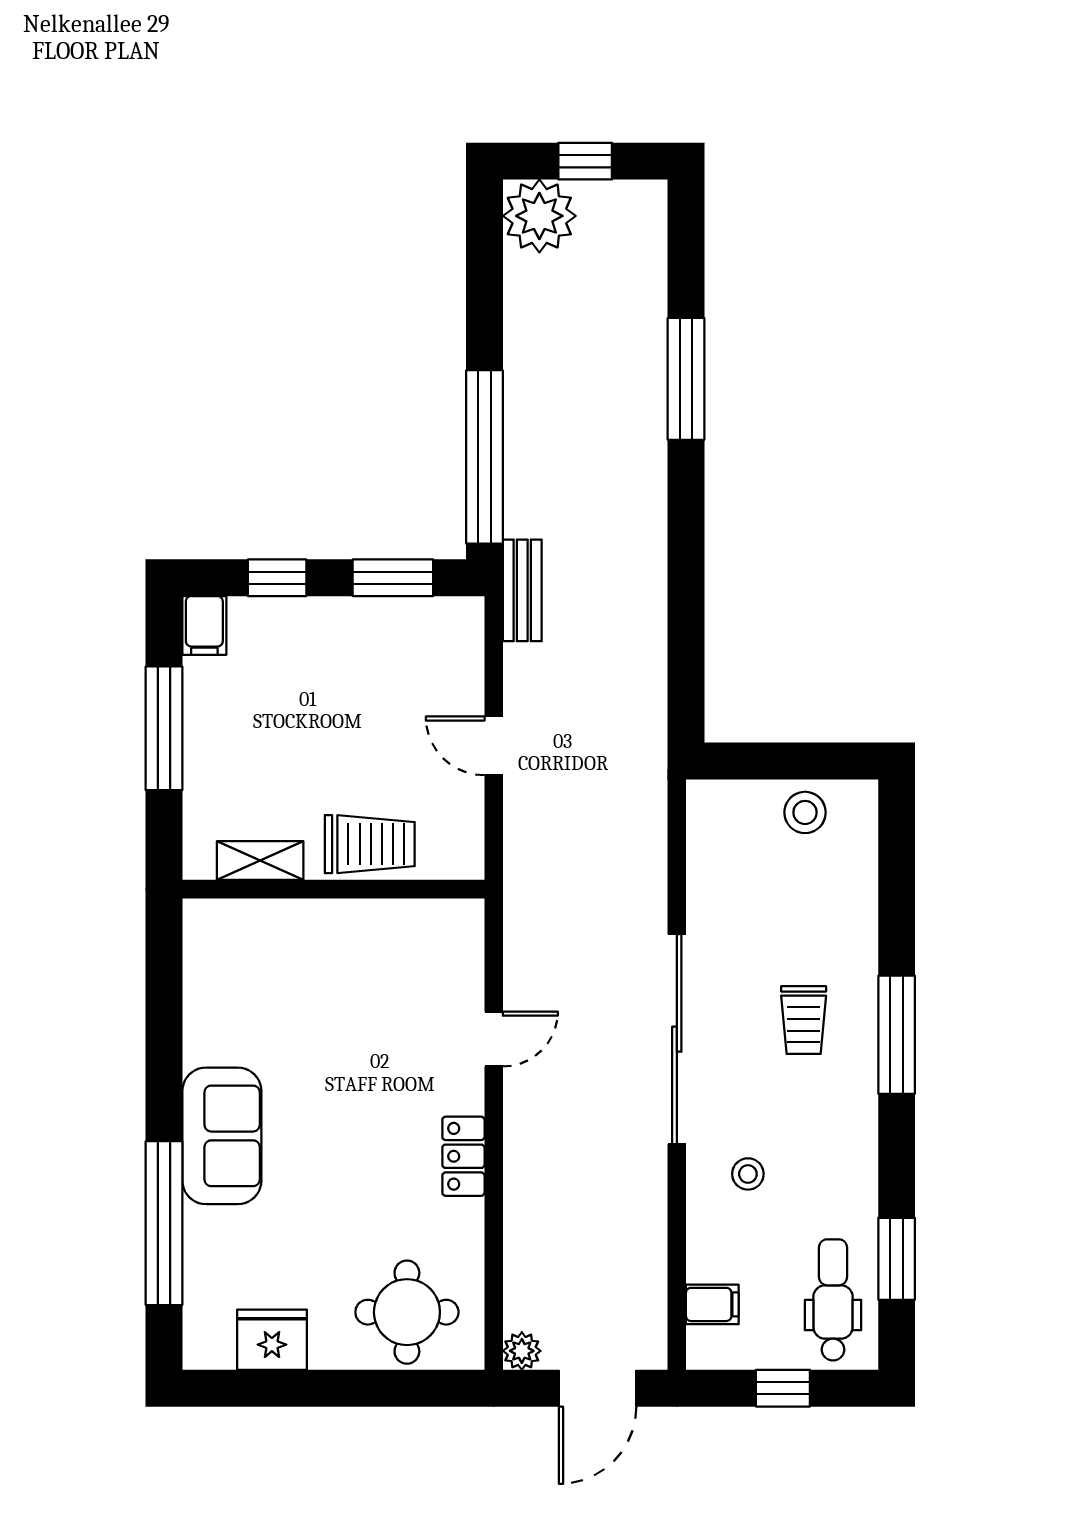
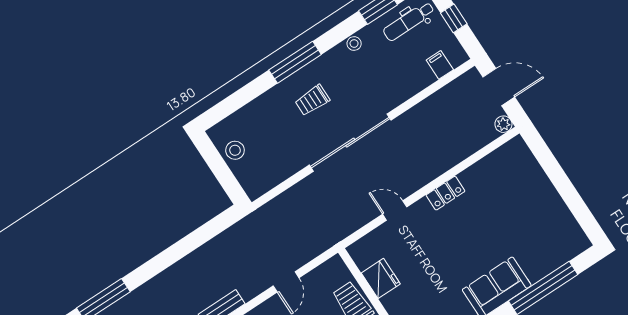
trolley: (804, 1020) -> (312, 100), turned 180
stool: (748, 1174) -> (354, 44), moved
round table: (407, 1312) -> (517, 176), removed
fridge: (272, 1340) -> (381, 278), moved, turned 180

